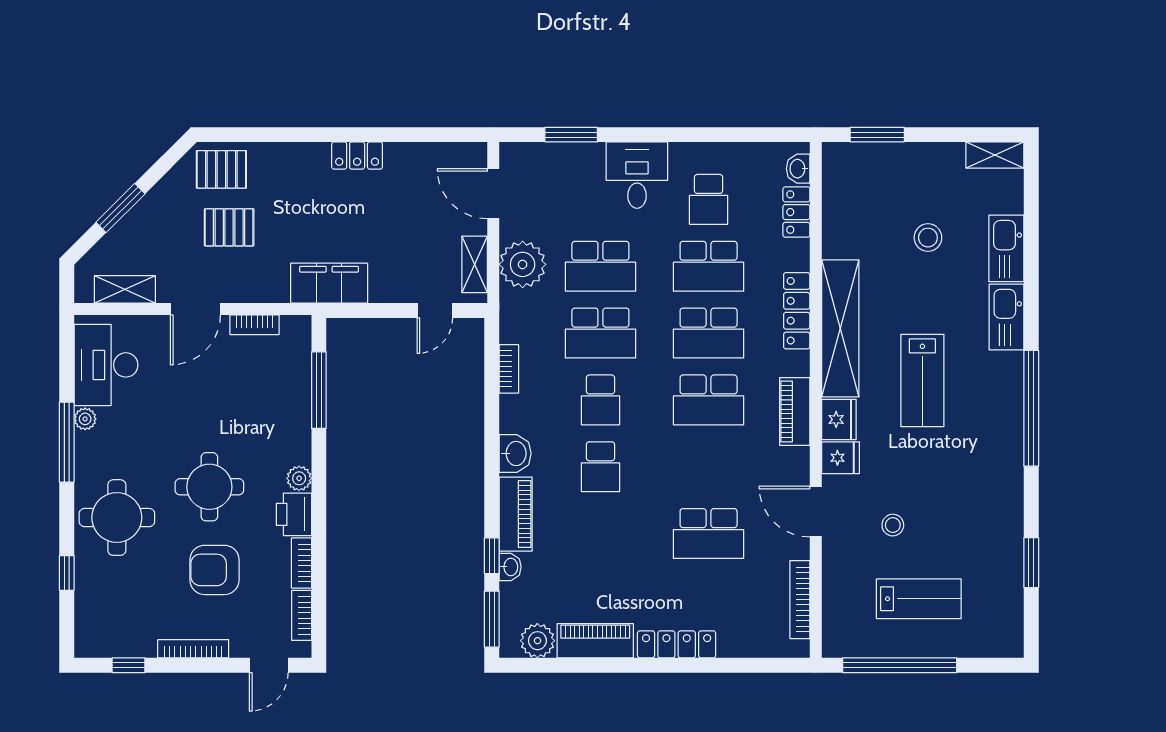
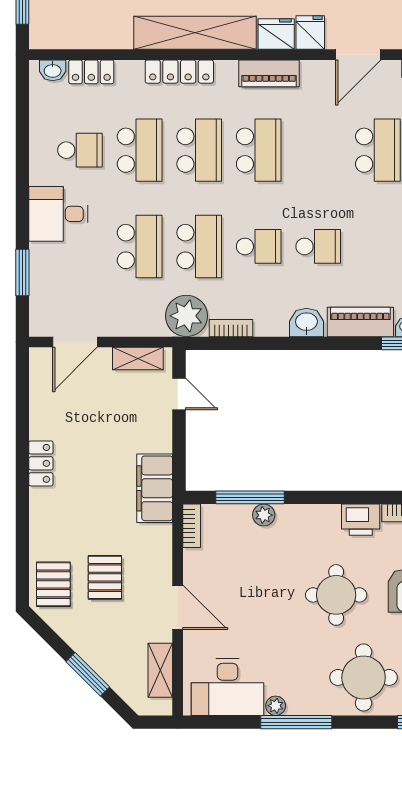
plant: (523, 264) -> (186, 316), moved
bookcase: (254, 325) -> (192, 526), moved
plant: (299, 478) -> (264, 515), moved

